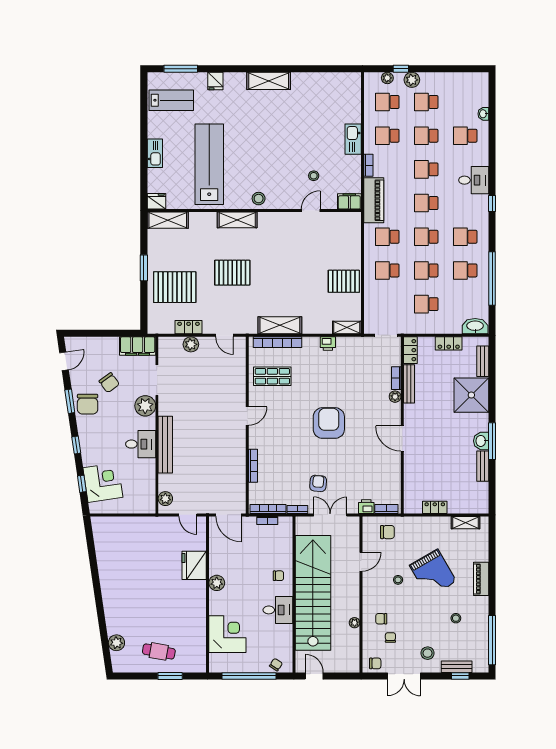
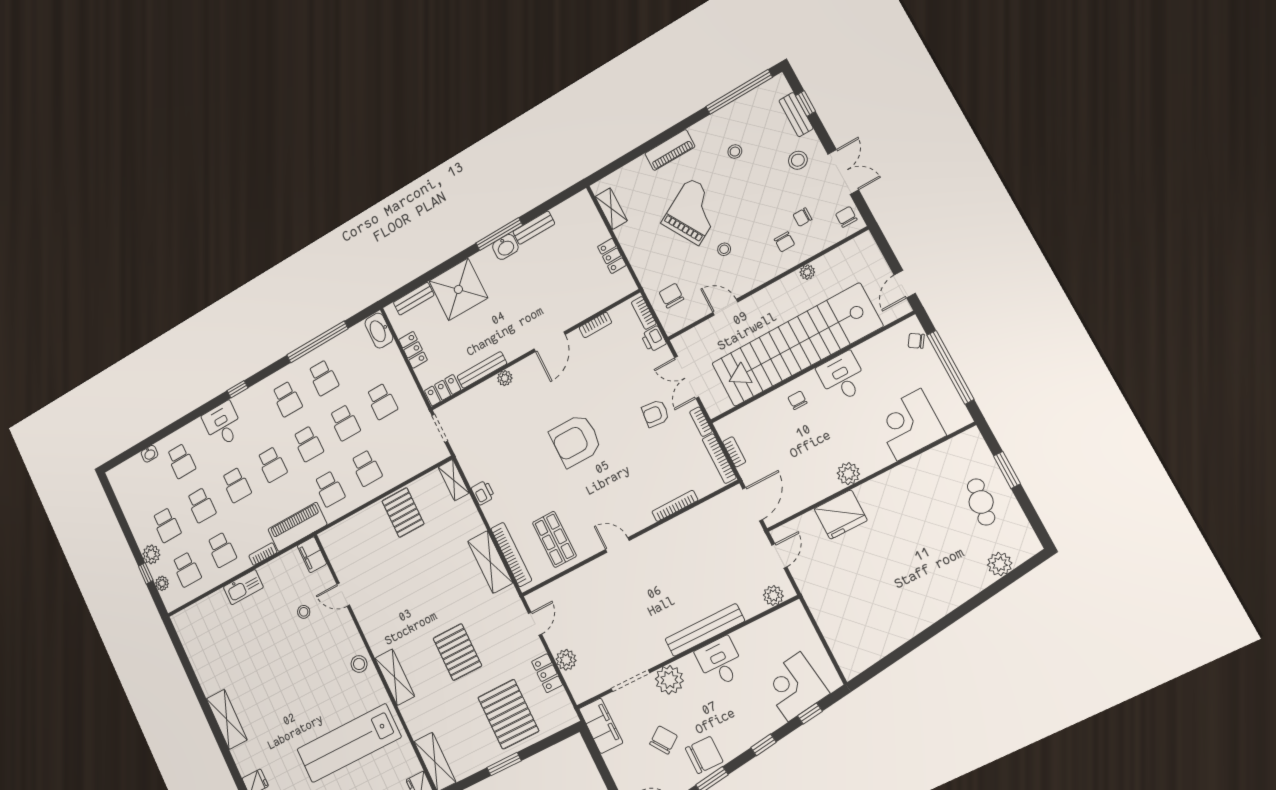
bookcase: (396, 378) -> (595, 325), moved

